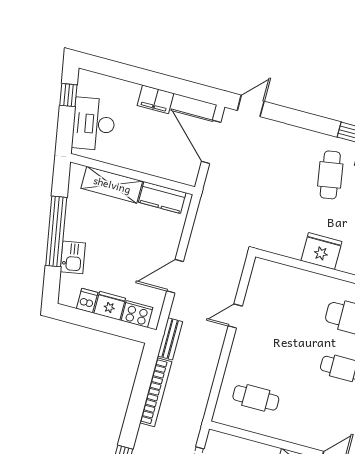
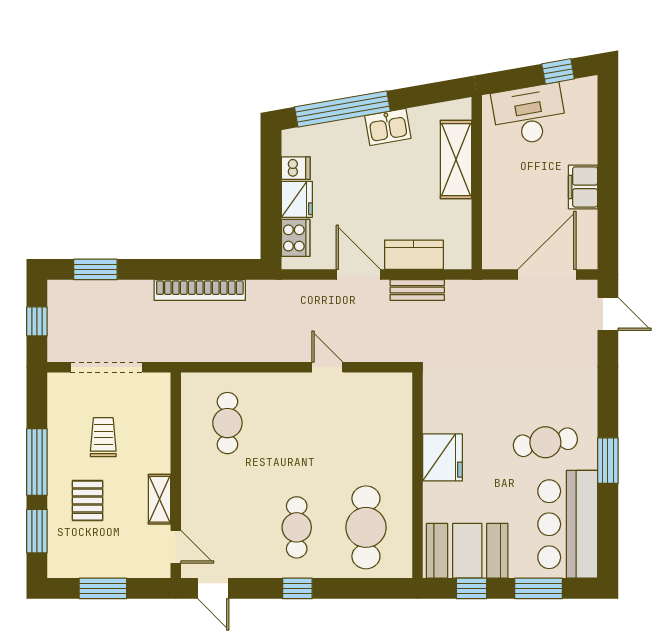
kitchen counter: (162, 198) -> (414, 255), moved, turned 90
window: (56, 231) -> (342, 109), moved
kitchen sink: (73, 257) -> (388, 127), moved
bench: (170, 339) -> (417, 290), moved

